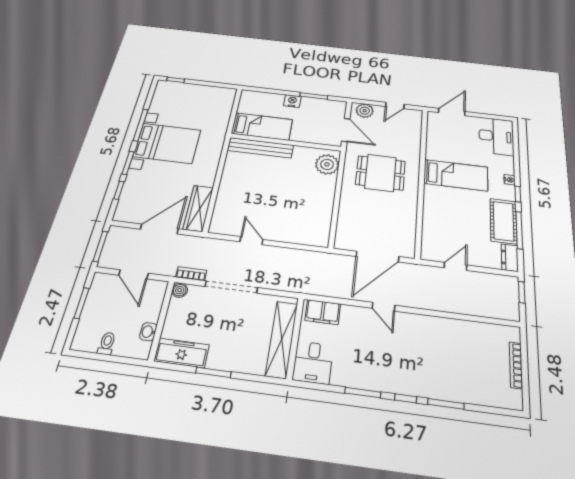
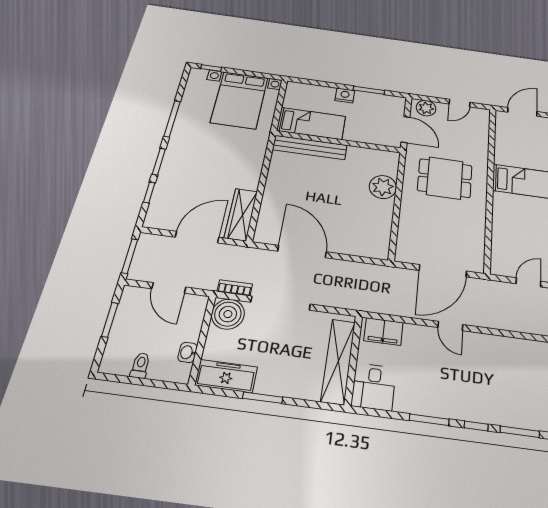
bed with nightstands: (167, 143) -> (240, 100), moved, turned 90
plant: (327, 164) -> (383, 187), moved
door: (251, 241) -> (302, 251), width x1.87
boiler: (180, 290) -> (228, 314), width x1.86, depth x1.86

